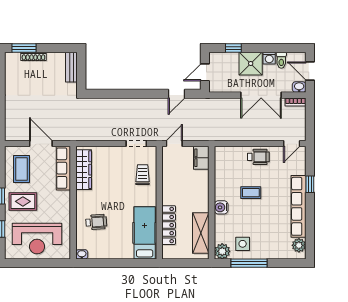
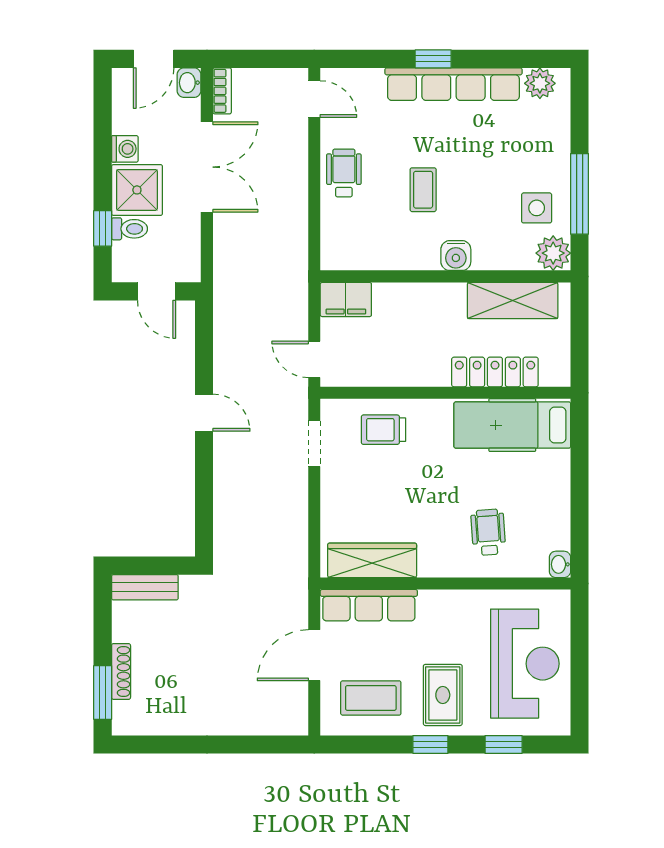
toilet: (281, 60) -> (130, 229), moved
door: (176, 94) -> (204, 413), moved
window: (310, 184) -> (433, 59), moved

